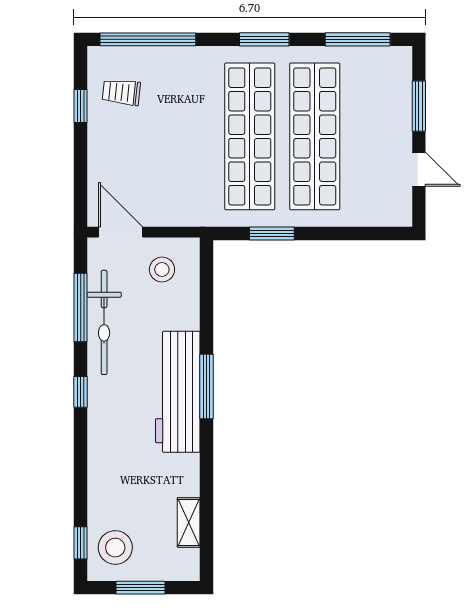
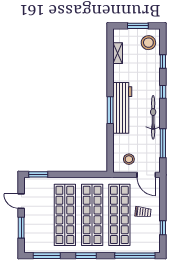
trolley: (121, 92) -> (143, 212), moved
shop shelf: (185, 136) -> (119, 215), added
window: (272, 233) -> (38, 174), moved
bicycle: (104, 322) -> (153, 117), moved
window: (81, 392) -> (163, 92), moved
window: (81, 543) -> (163, 61), moved

